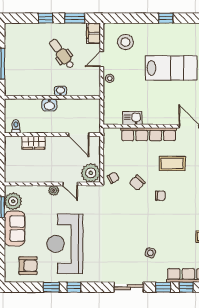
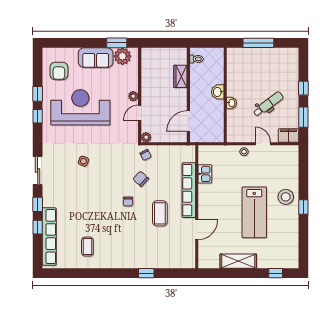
stool: (125, 42) -> (286, 197), moved
plant: (91, 173) -> (146, 137), width x0.53, depth x0.53
side table: (150, 253) -> (83, 161), moved

